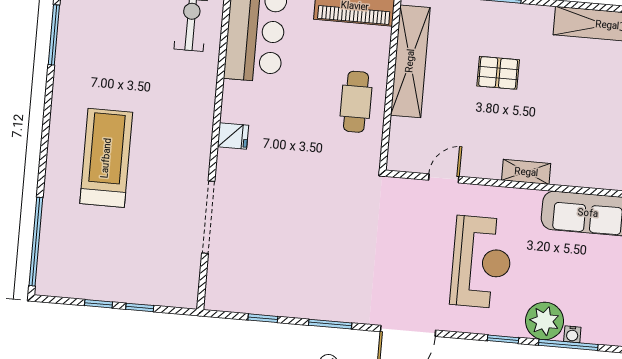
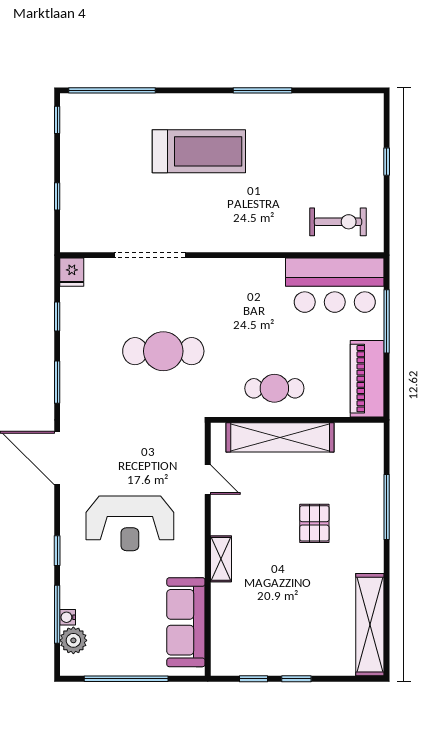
window: (54, 35) -> (262, 90), moved
shelving: (410, 61) -> (280, 437), moved
fridge: (233, 136) -> (72, 272), moved
cafe table: (308, 212) -> (163, 351), added
window: (98, 304) -> (57, 120), moved
plant: (545, 321) -> (73, 640), moved, width x0.73, depth x0.73

